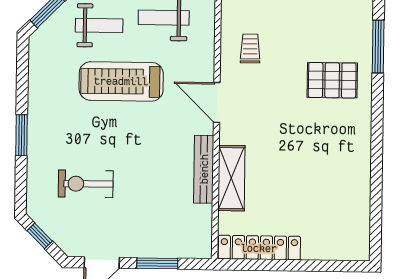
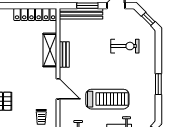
window: (22, 135) -> (158, 84), moved
bench: (204, 169) -> (64, 54), width x0.73
bench: (170, 248) -> (81, 14), added

